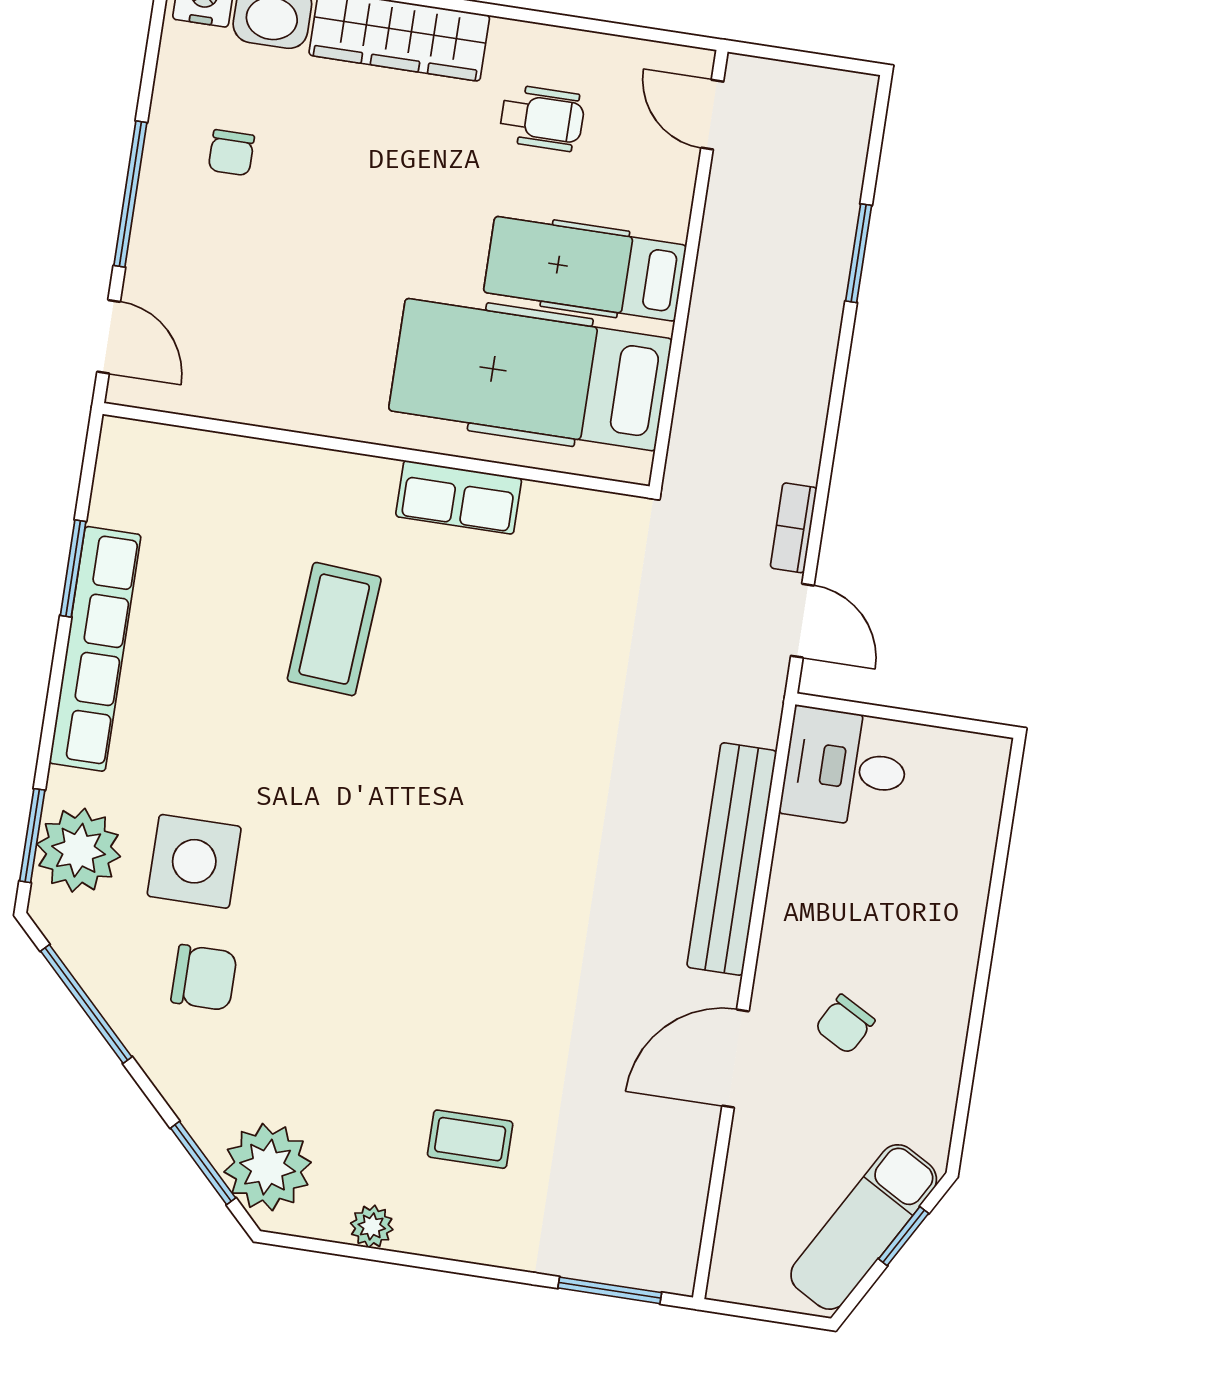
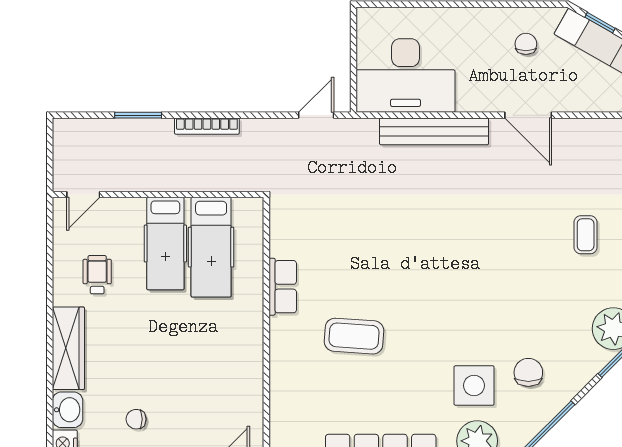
chair: (231, 153) -> (136, 419), turned 180
hospital bed: (530, 375) -> (211, 247), width x0.73, depth x0.78
bookcase: (794, 528) -> (207, 126), moved, width x1.56
desk: (846, 768) -> (406, 76), width x1.87, depth x1.30
chair: (845, 1024) -> (526, 44), moved, turned -119

